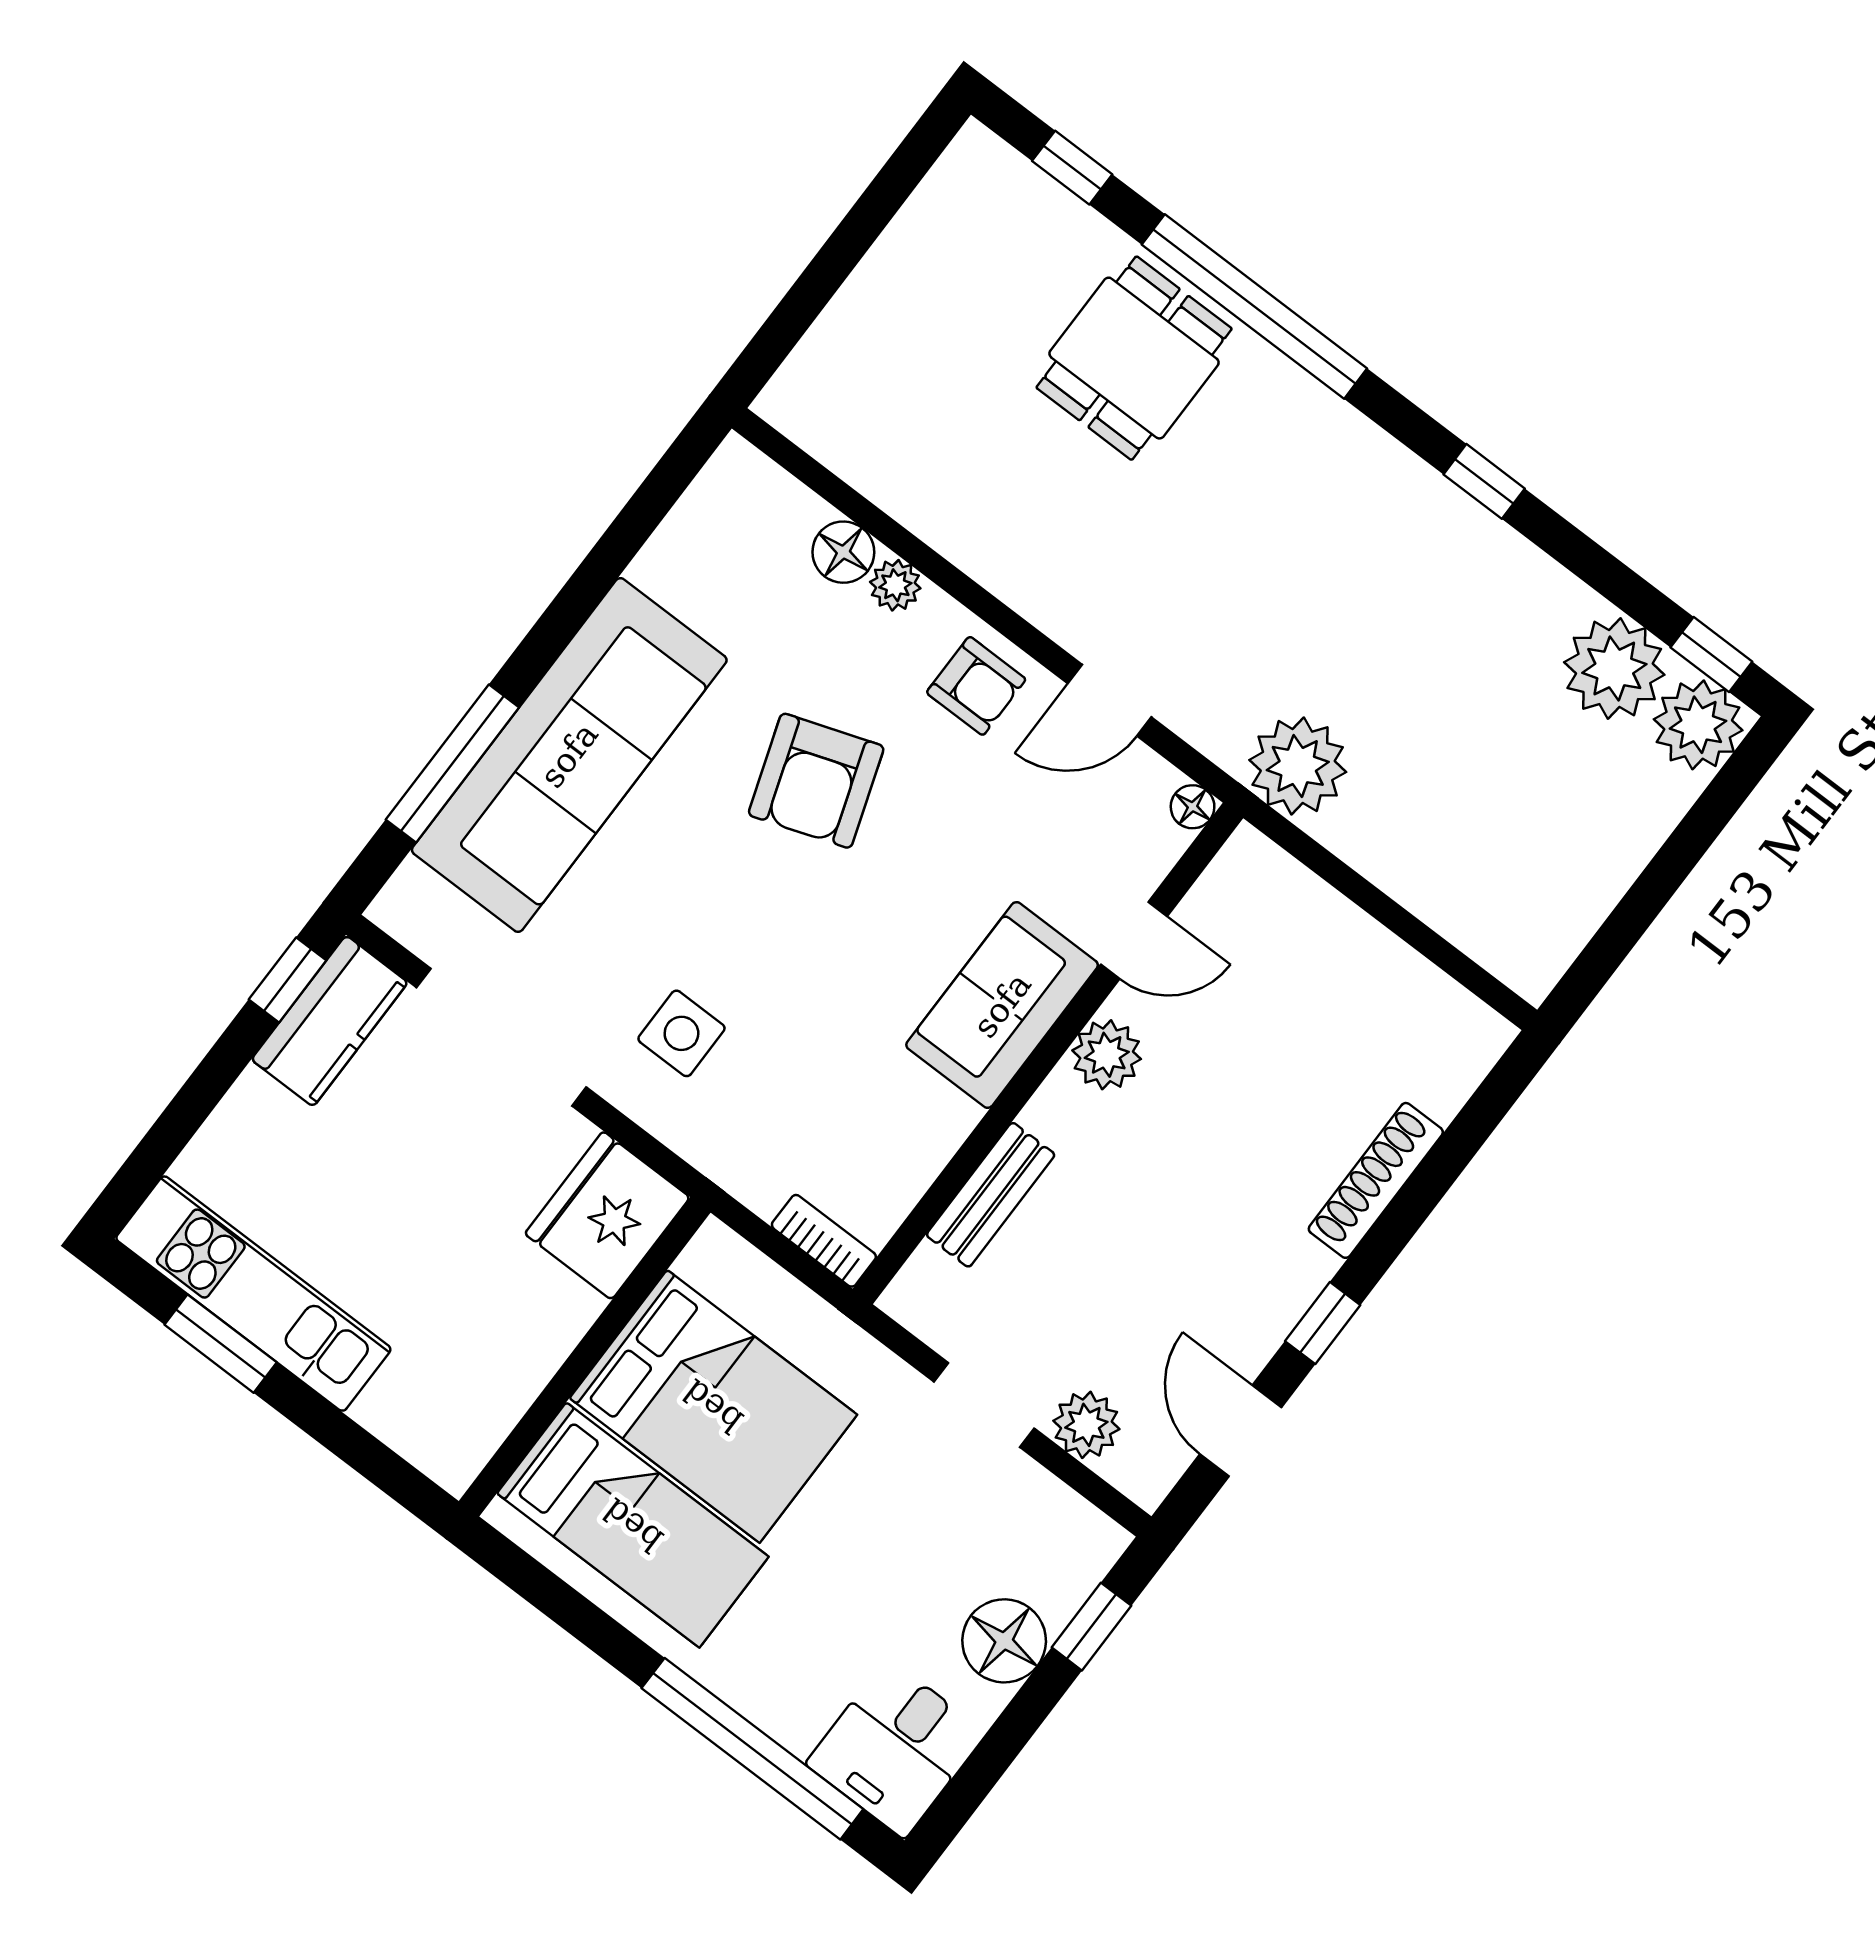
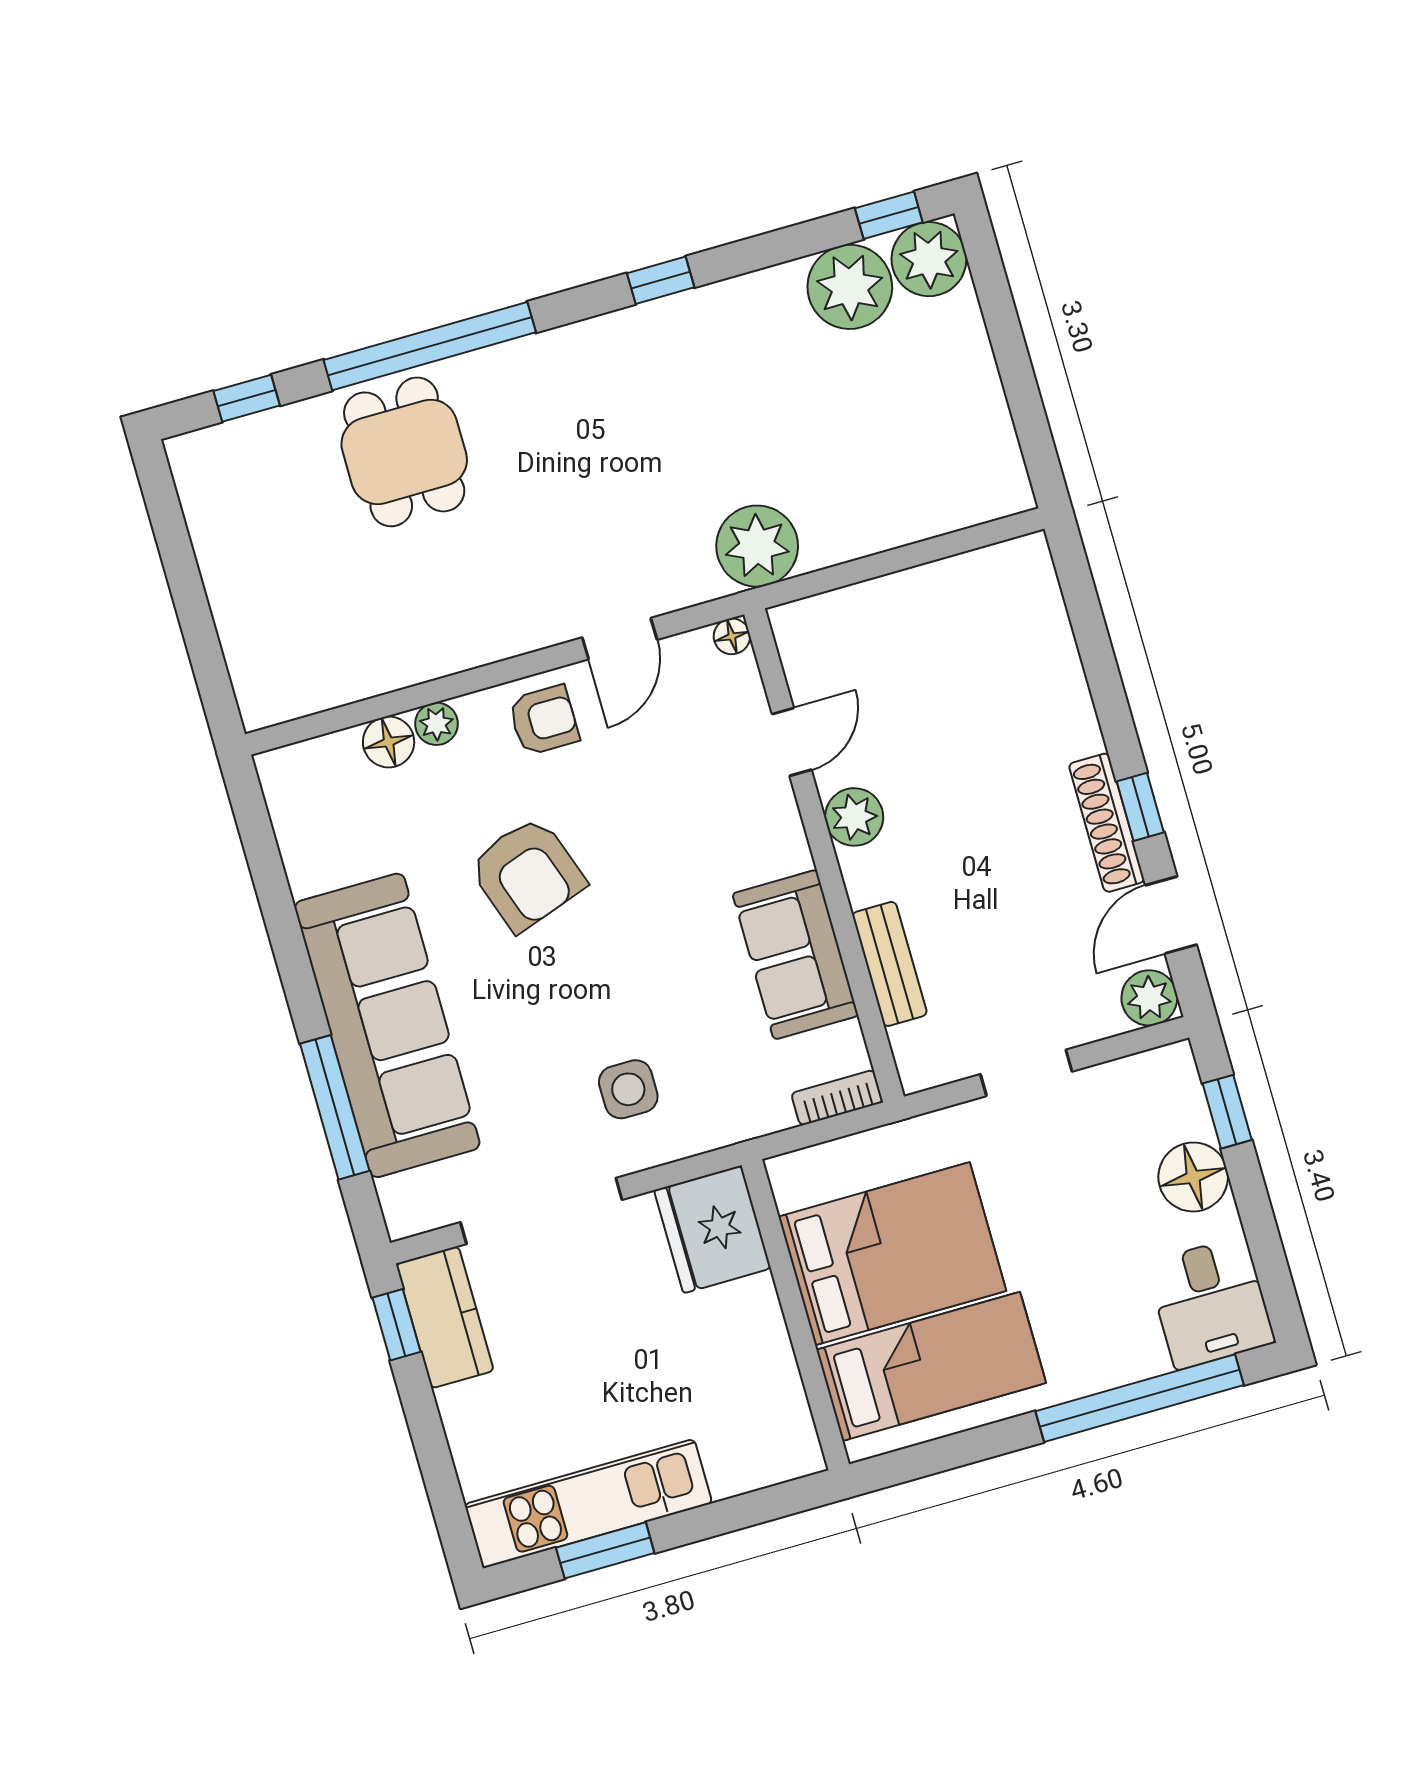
sofa: (1002, 1005) -> (795, 955), moved
shoe rack: (1376, 1180) -> (1107, 823), moved
plant: (1086, 1425) -> (1149, 998), moved
door: (1241, 1431) -> (1171, 915), hinge flipped

